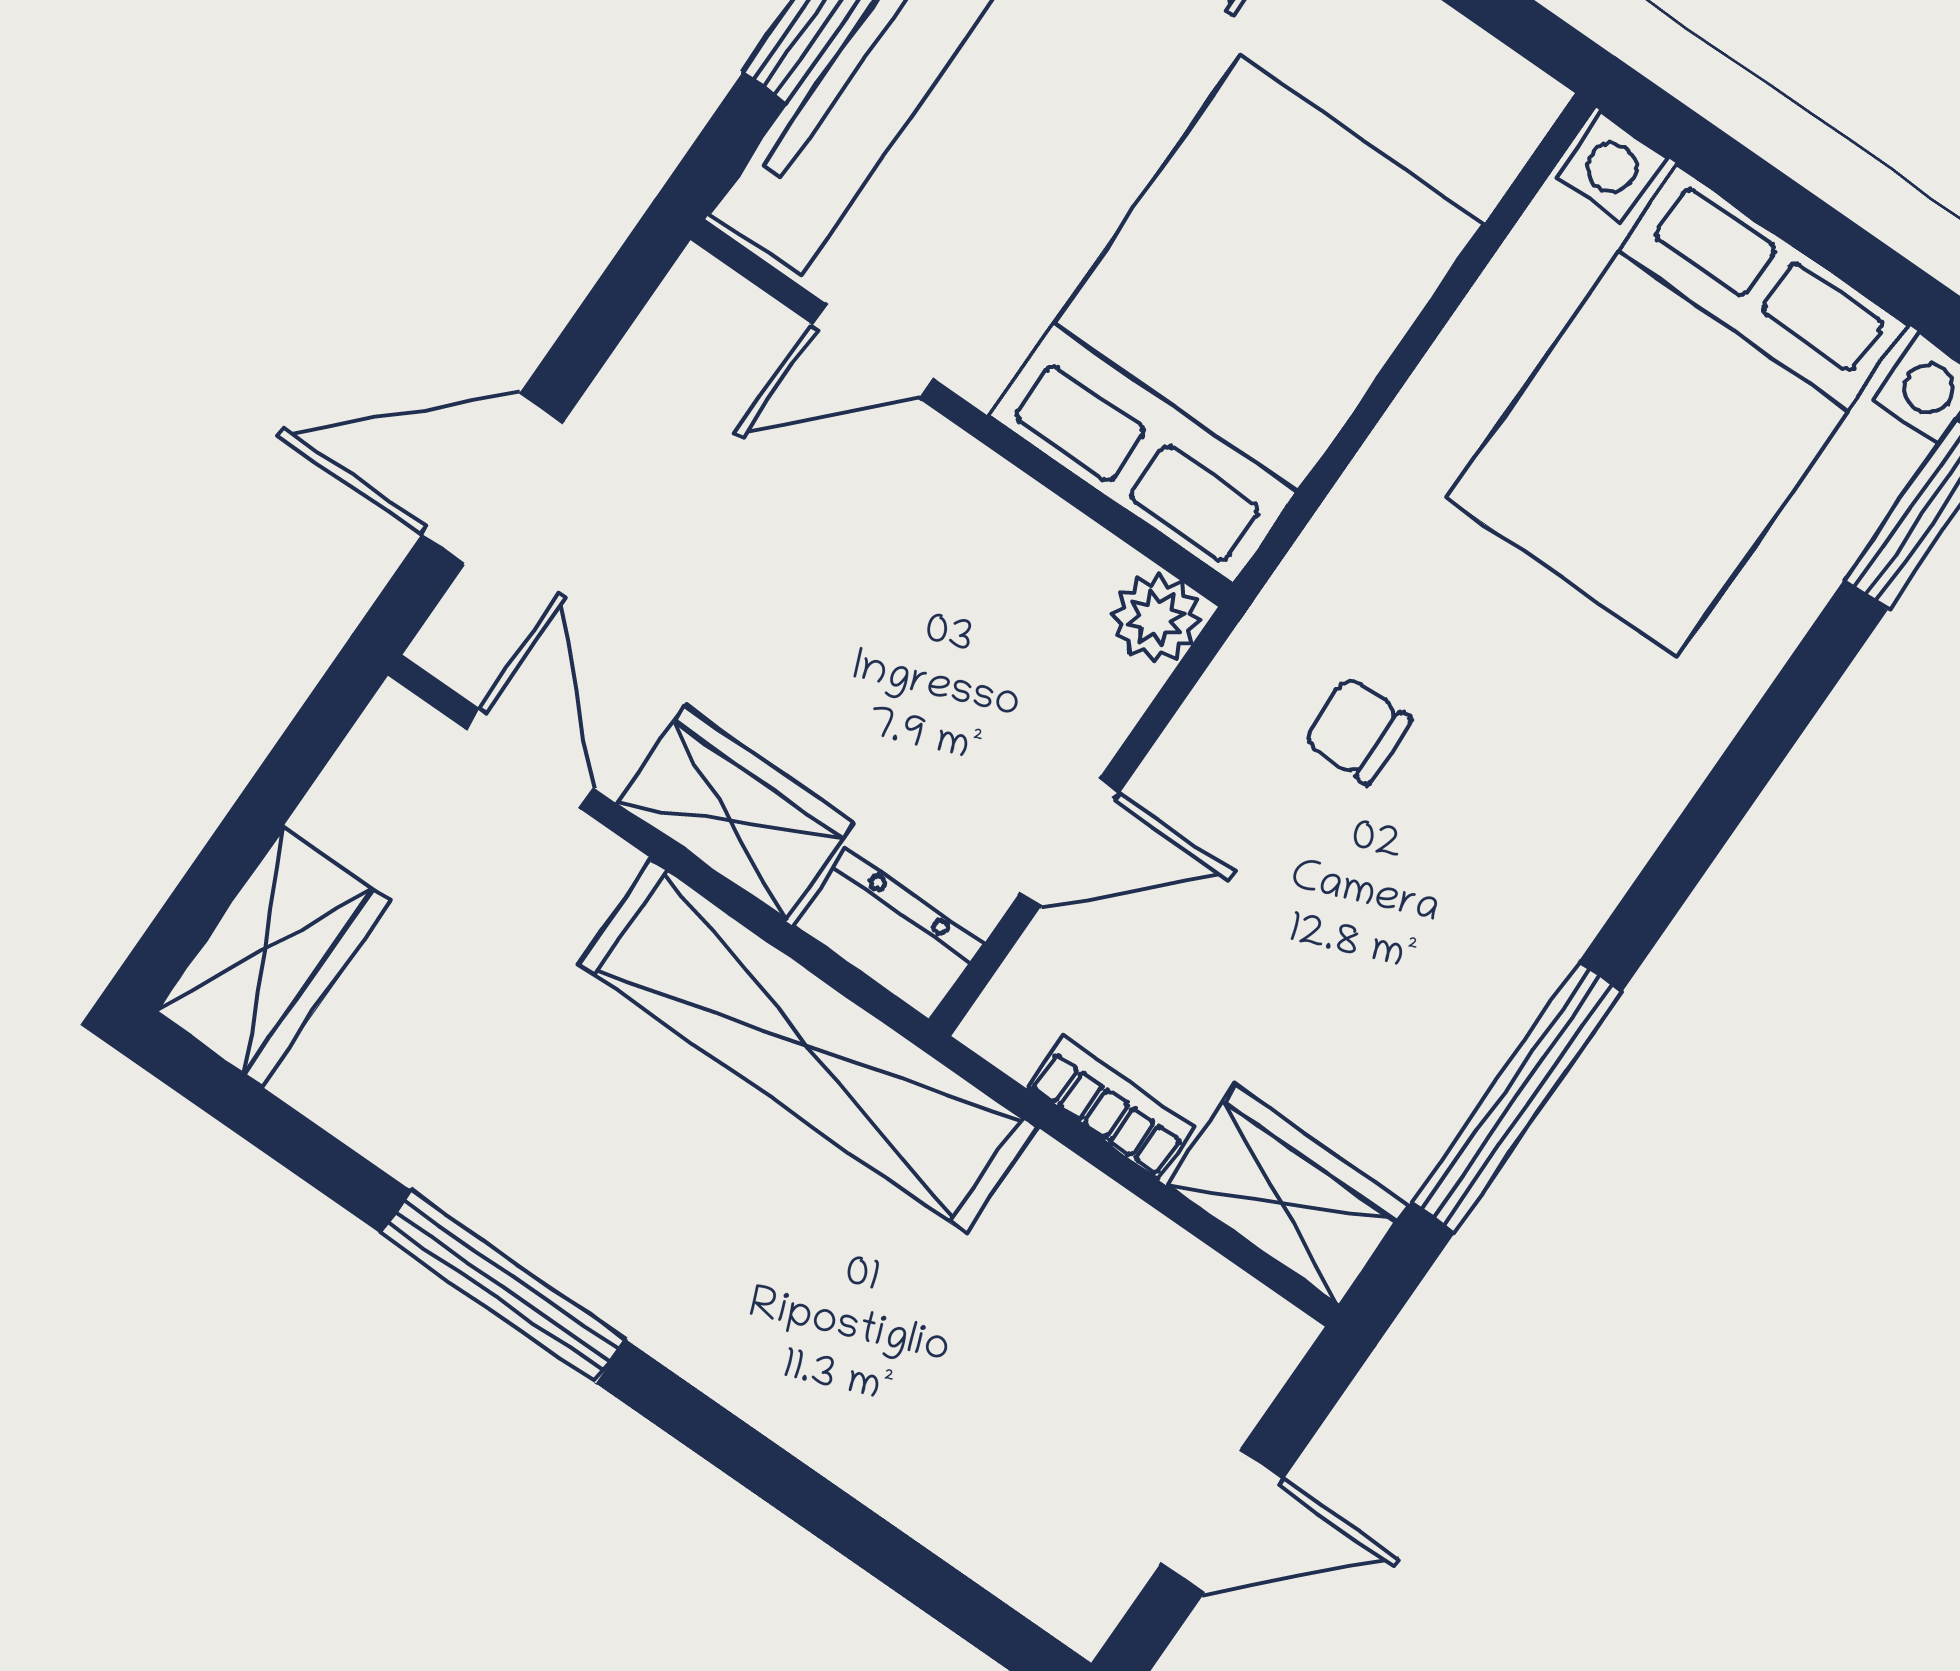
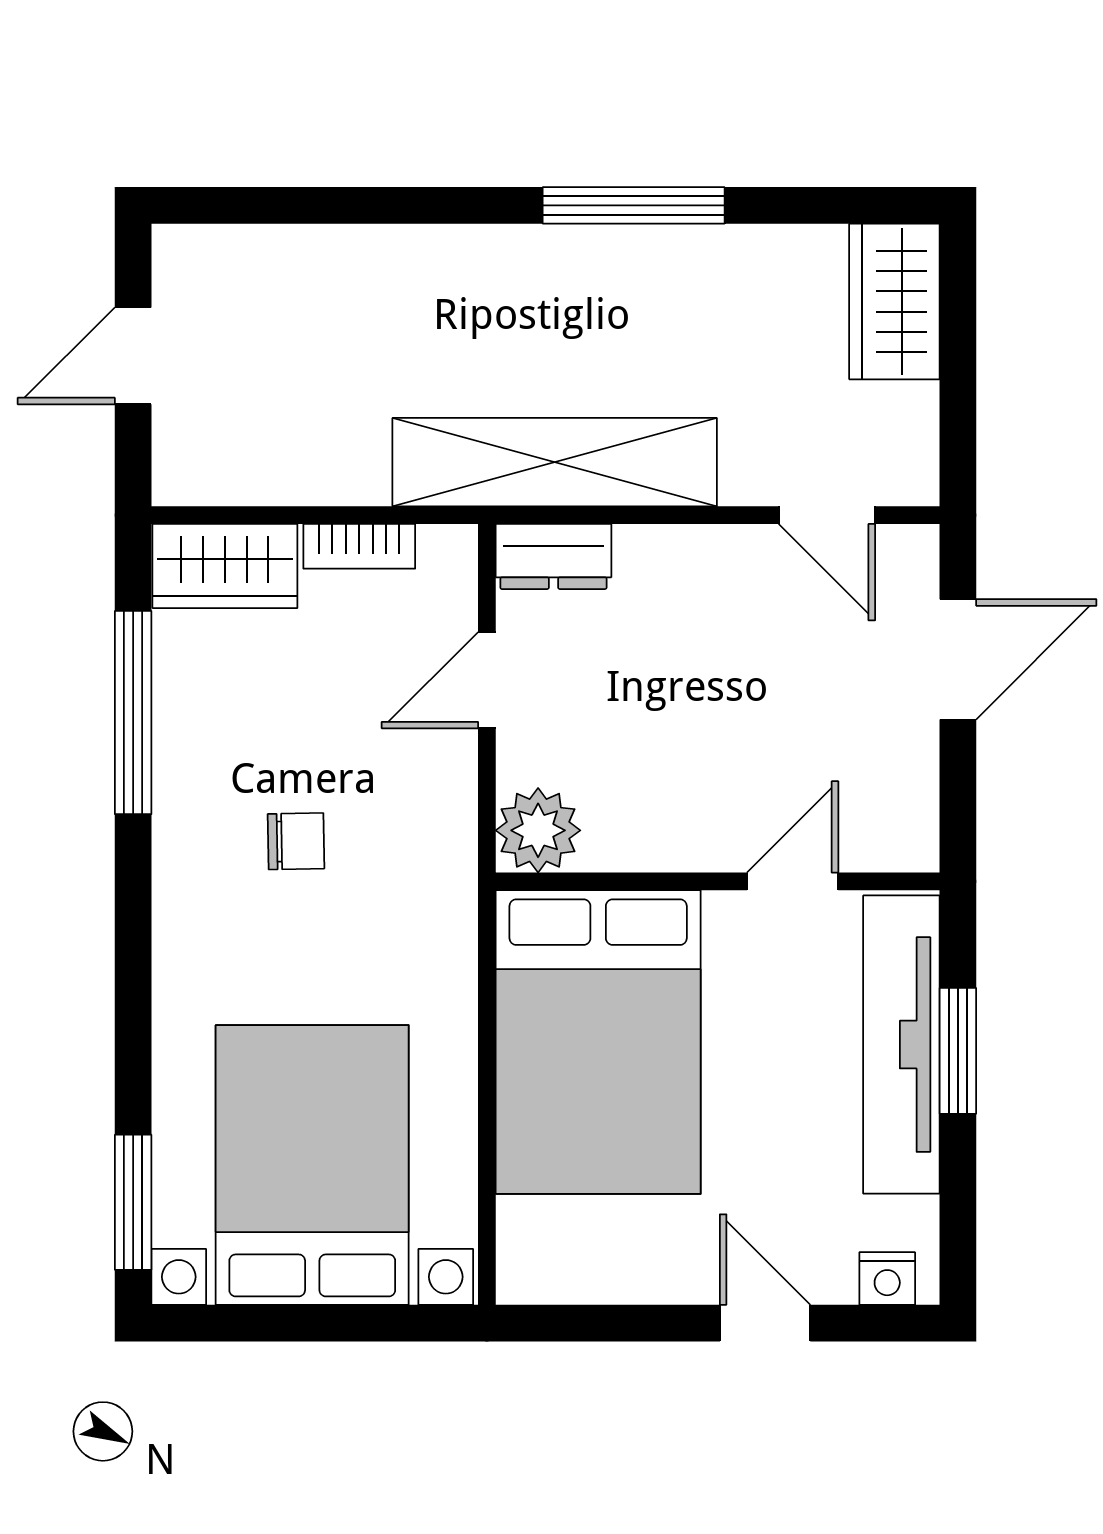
plant: (1156, 618) -> (538, 830), width x1.38, depth x1.38
chair: (1357, 731) -> (296, 841), moved
wardrobe: (735, 813) -> (688, 565), removed

